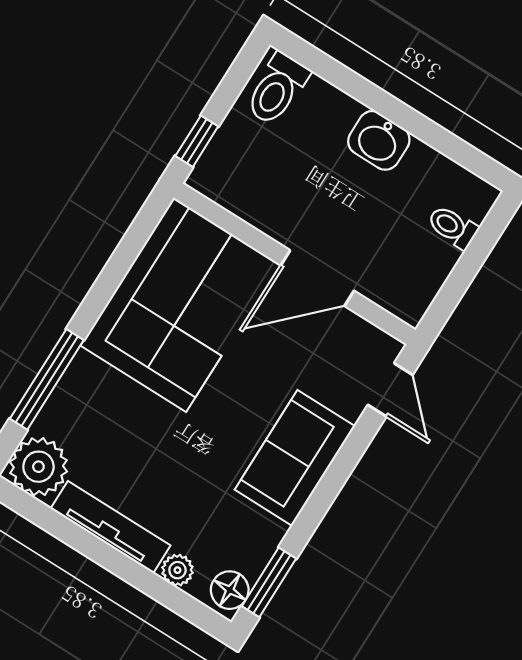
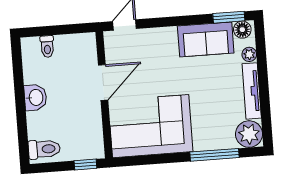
door: (317, 278) -> (103, 83), hinge flipped
sofa: (295, 458) -> (206, 39), moved

